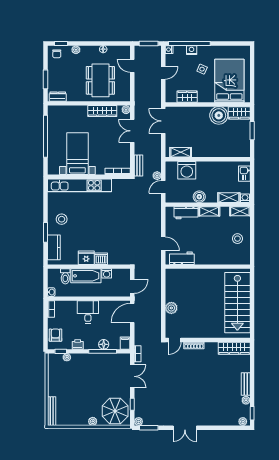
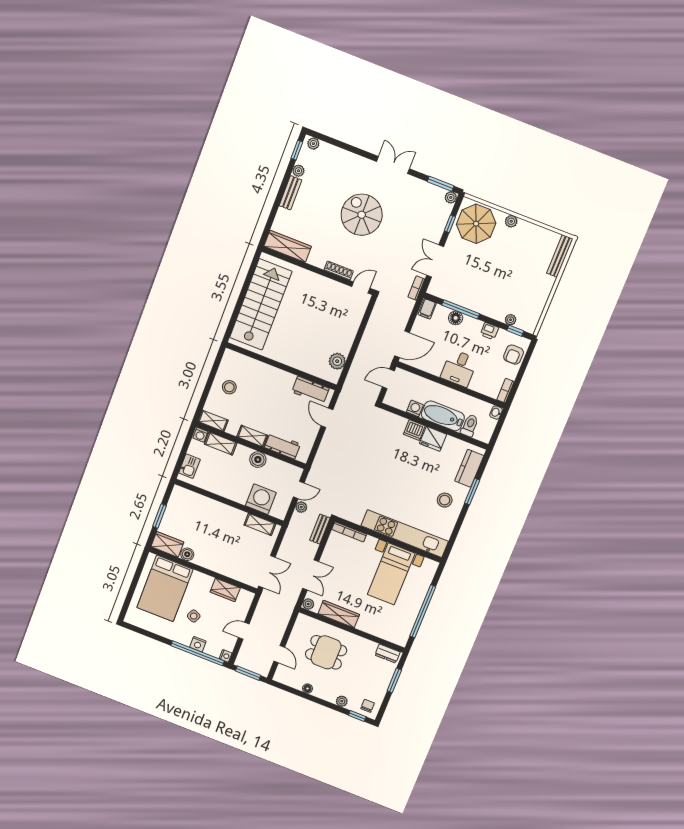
dining table: (100, 80) -> (326, 652), width x0.73
boiler: (219, 115) -> (187, 554), width x0.54, depth x0.54
plant: (171, 308) -> (337, 361), moved
spiral stairs: (193, 388) -> (362, 215), added

